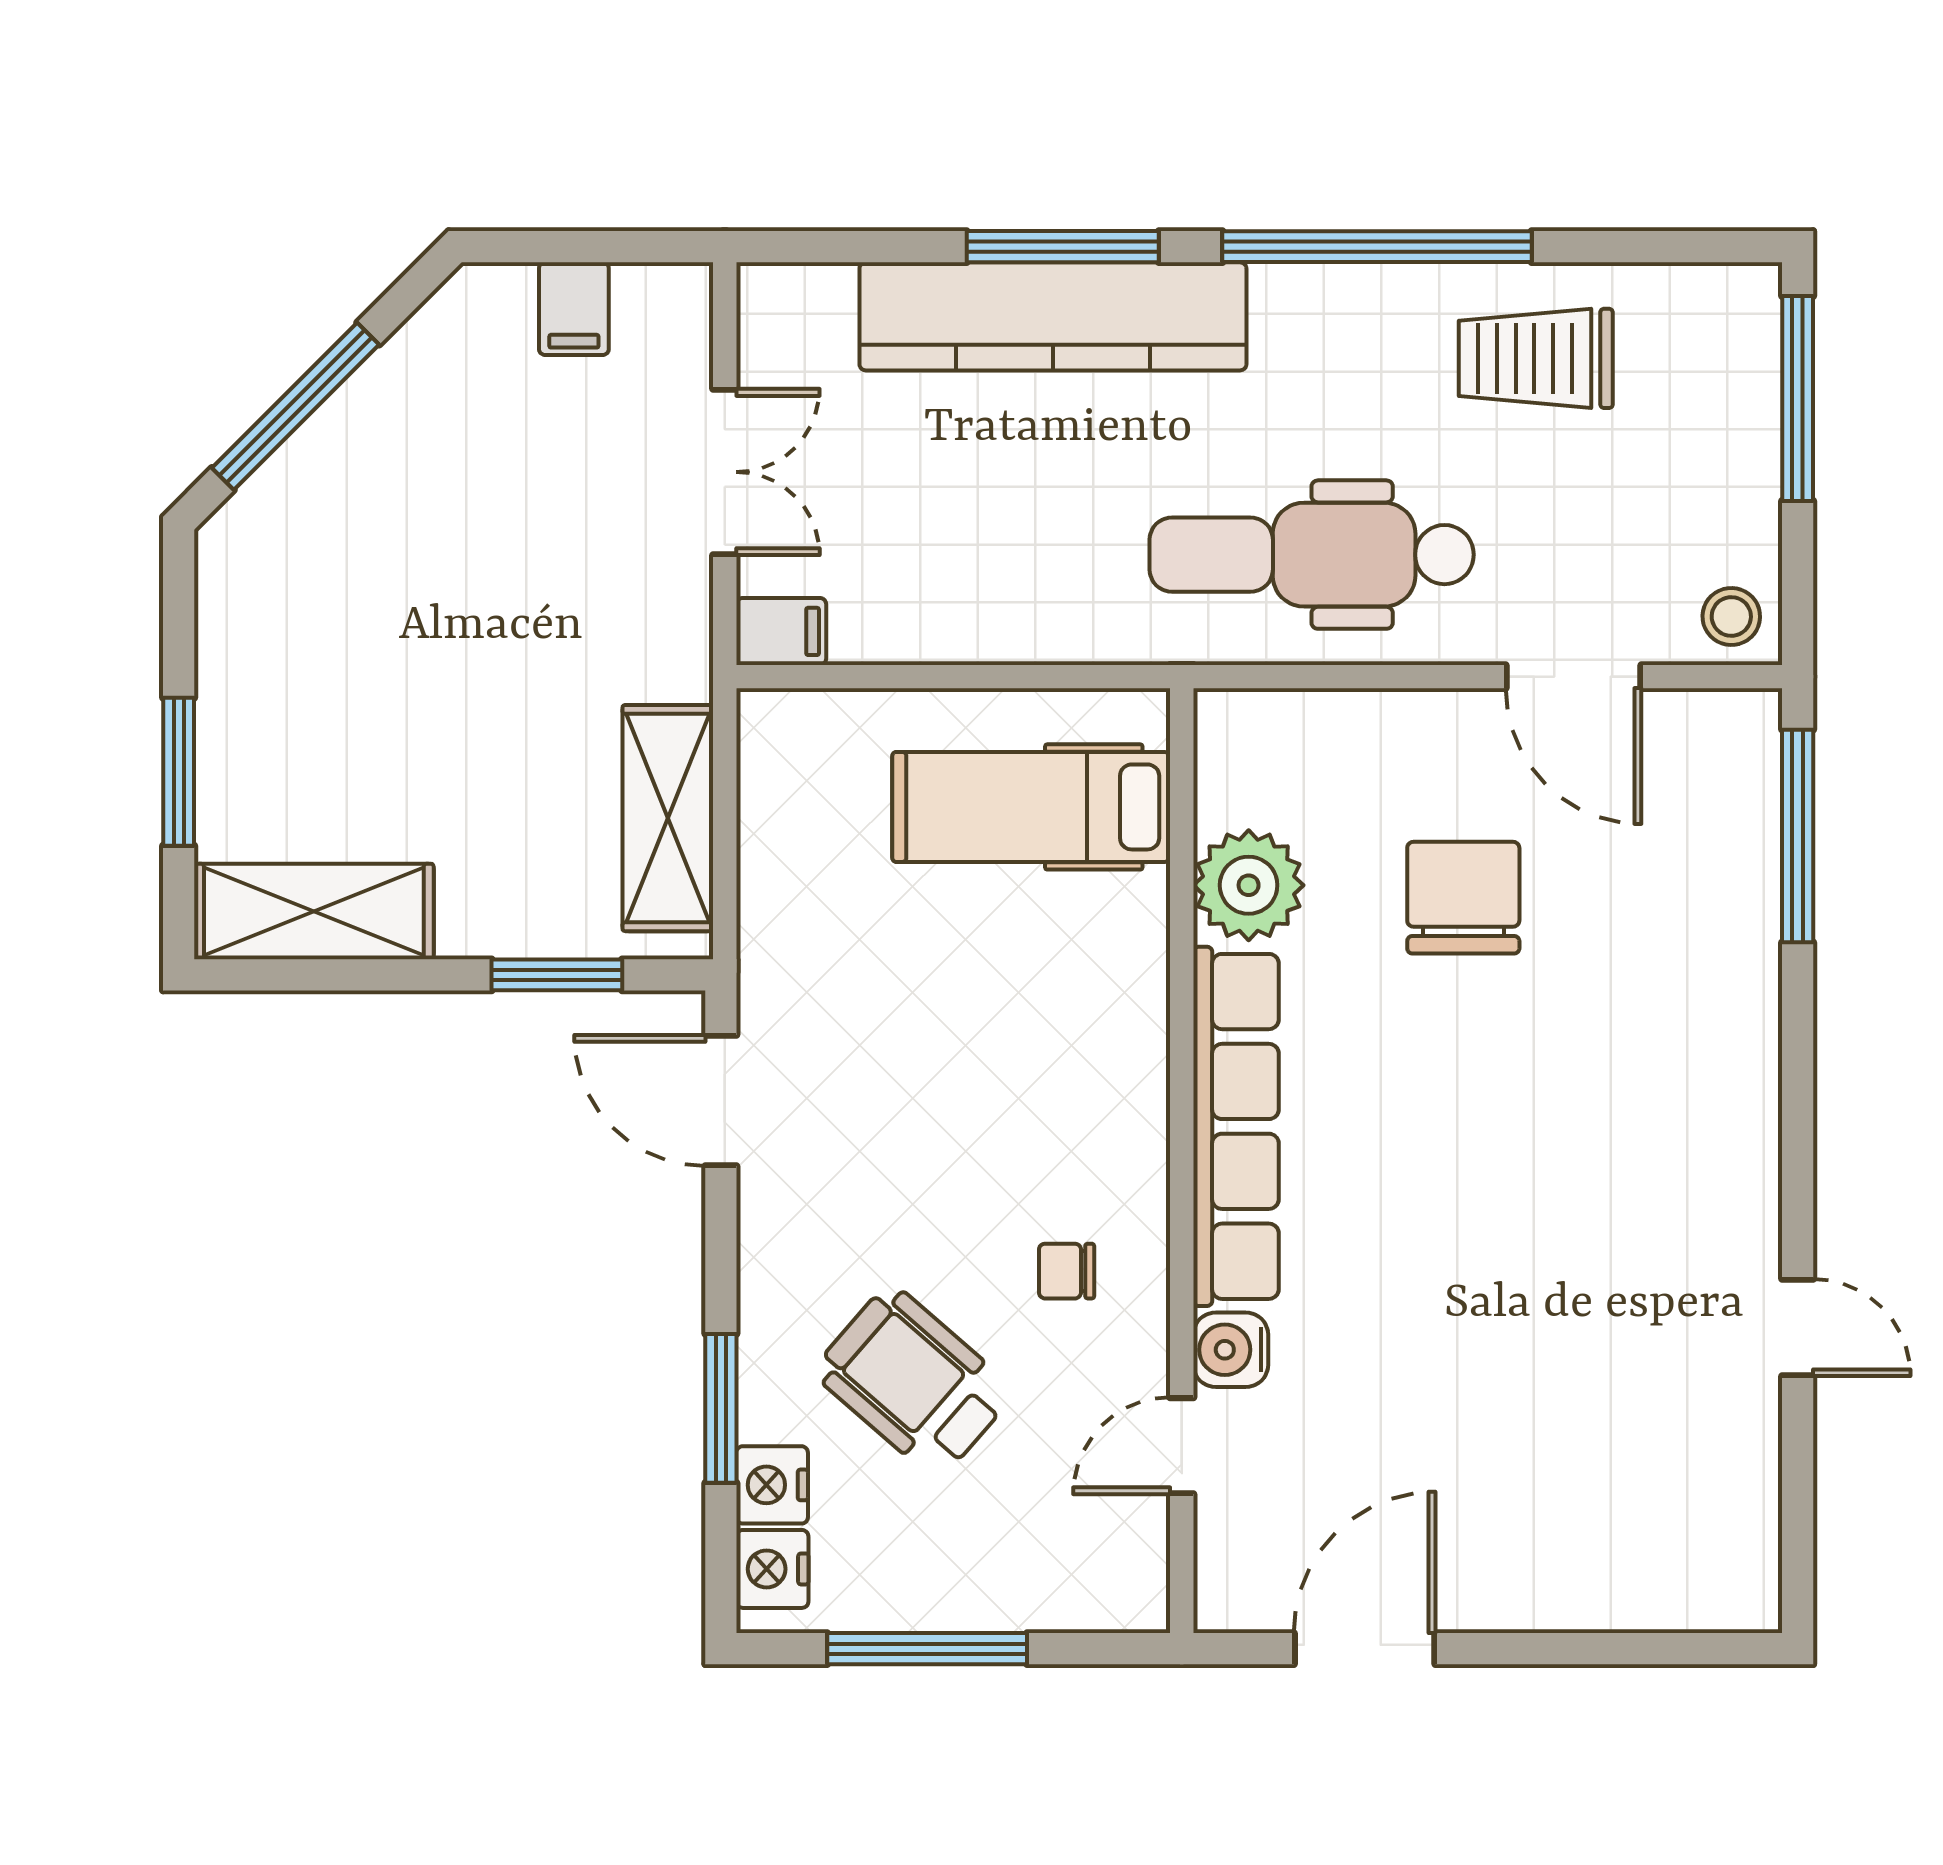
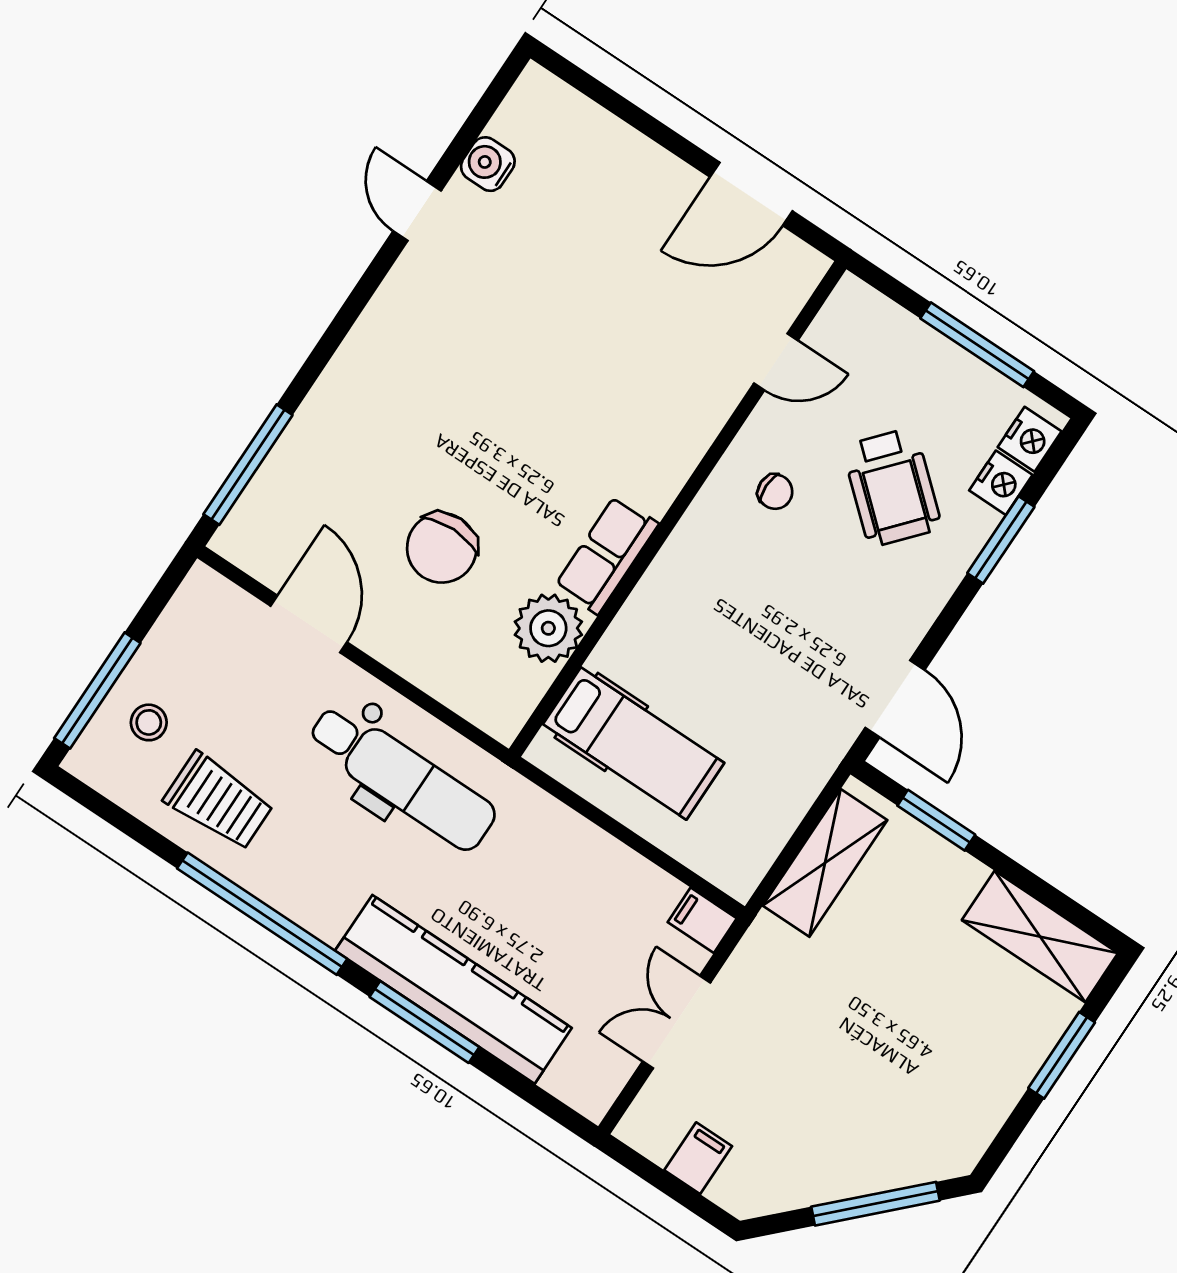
stool: (1731, 616) -> (149, 722), moved
row of seats: (1236, 1126) -> (607, 555), width x0.50
water cooler: (1231, 1350) -> (488, 164), moved, turned 180

